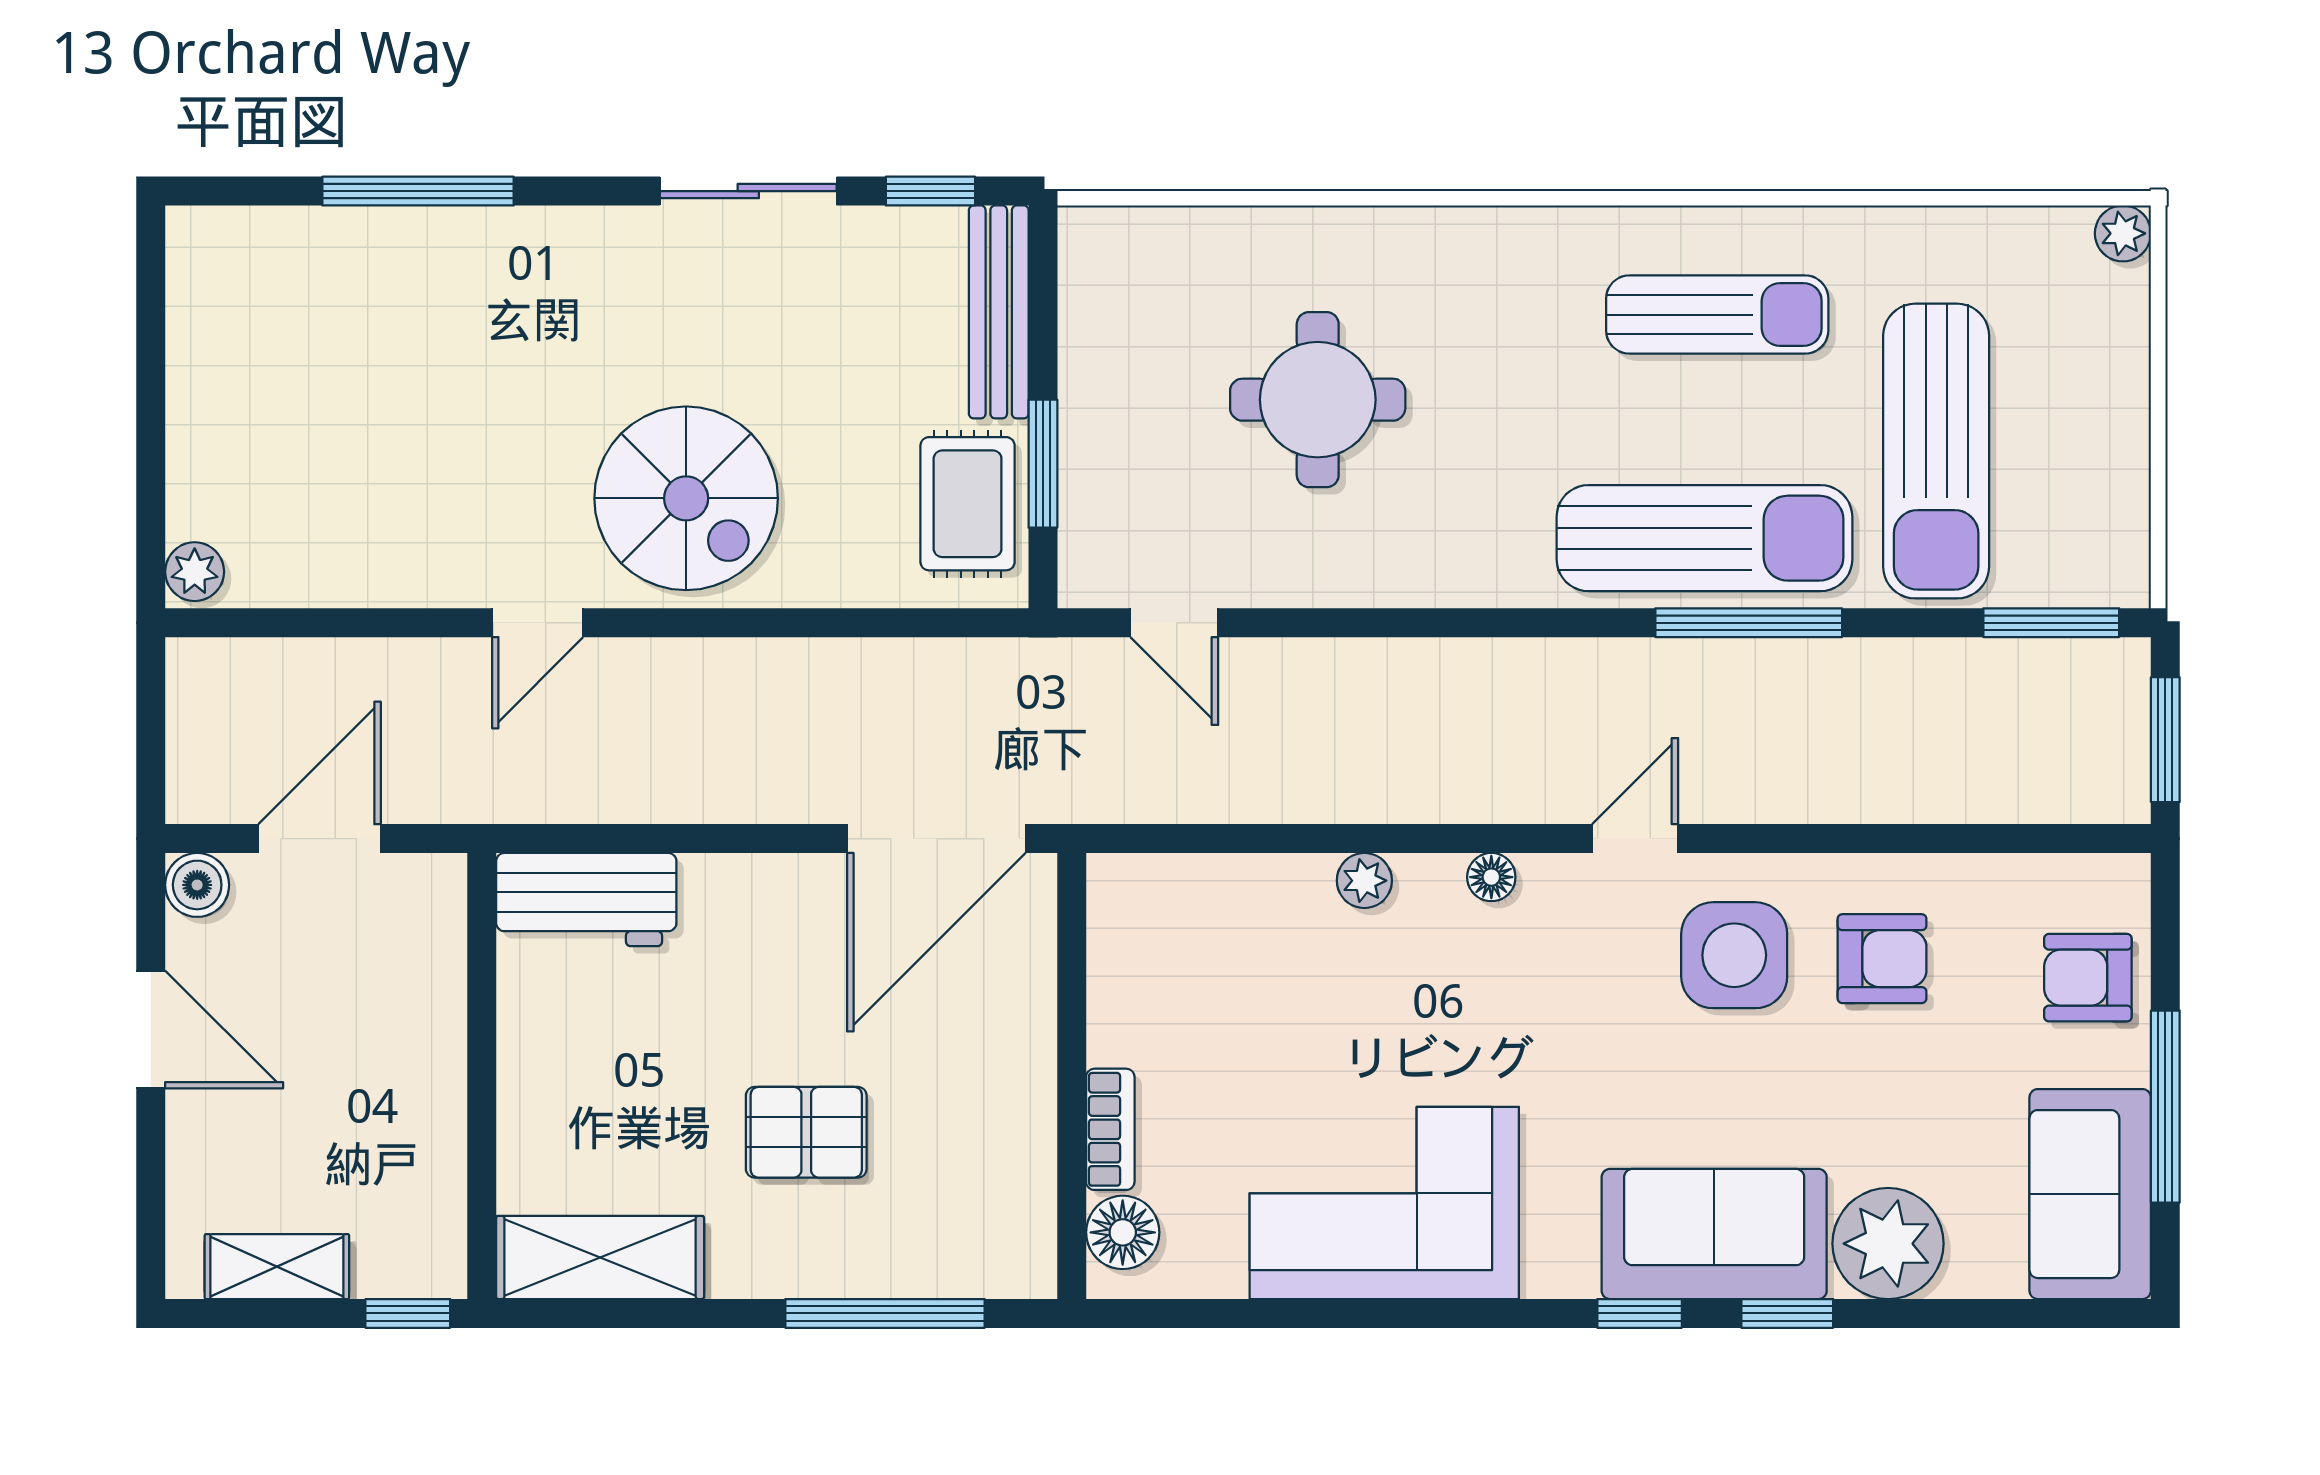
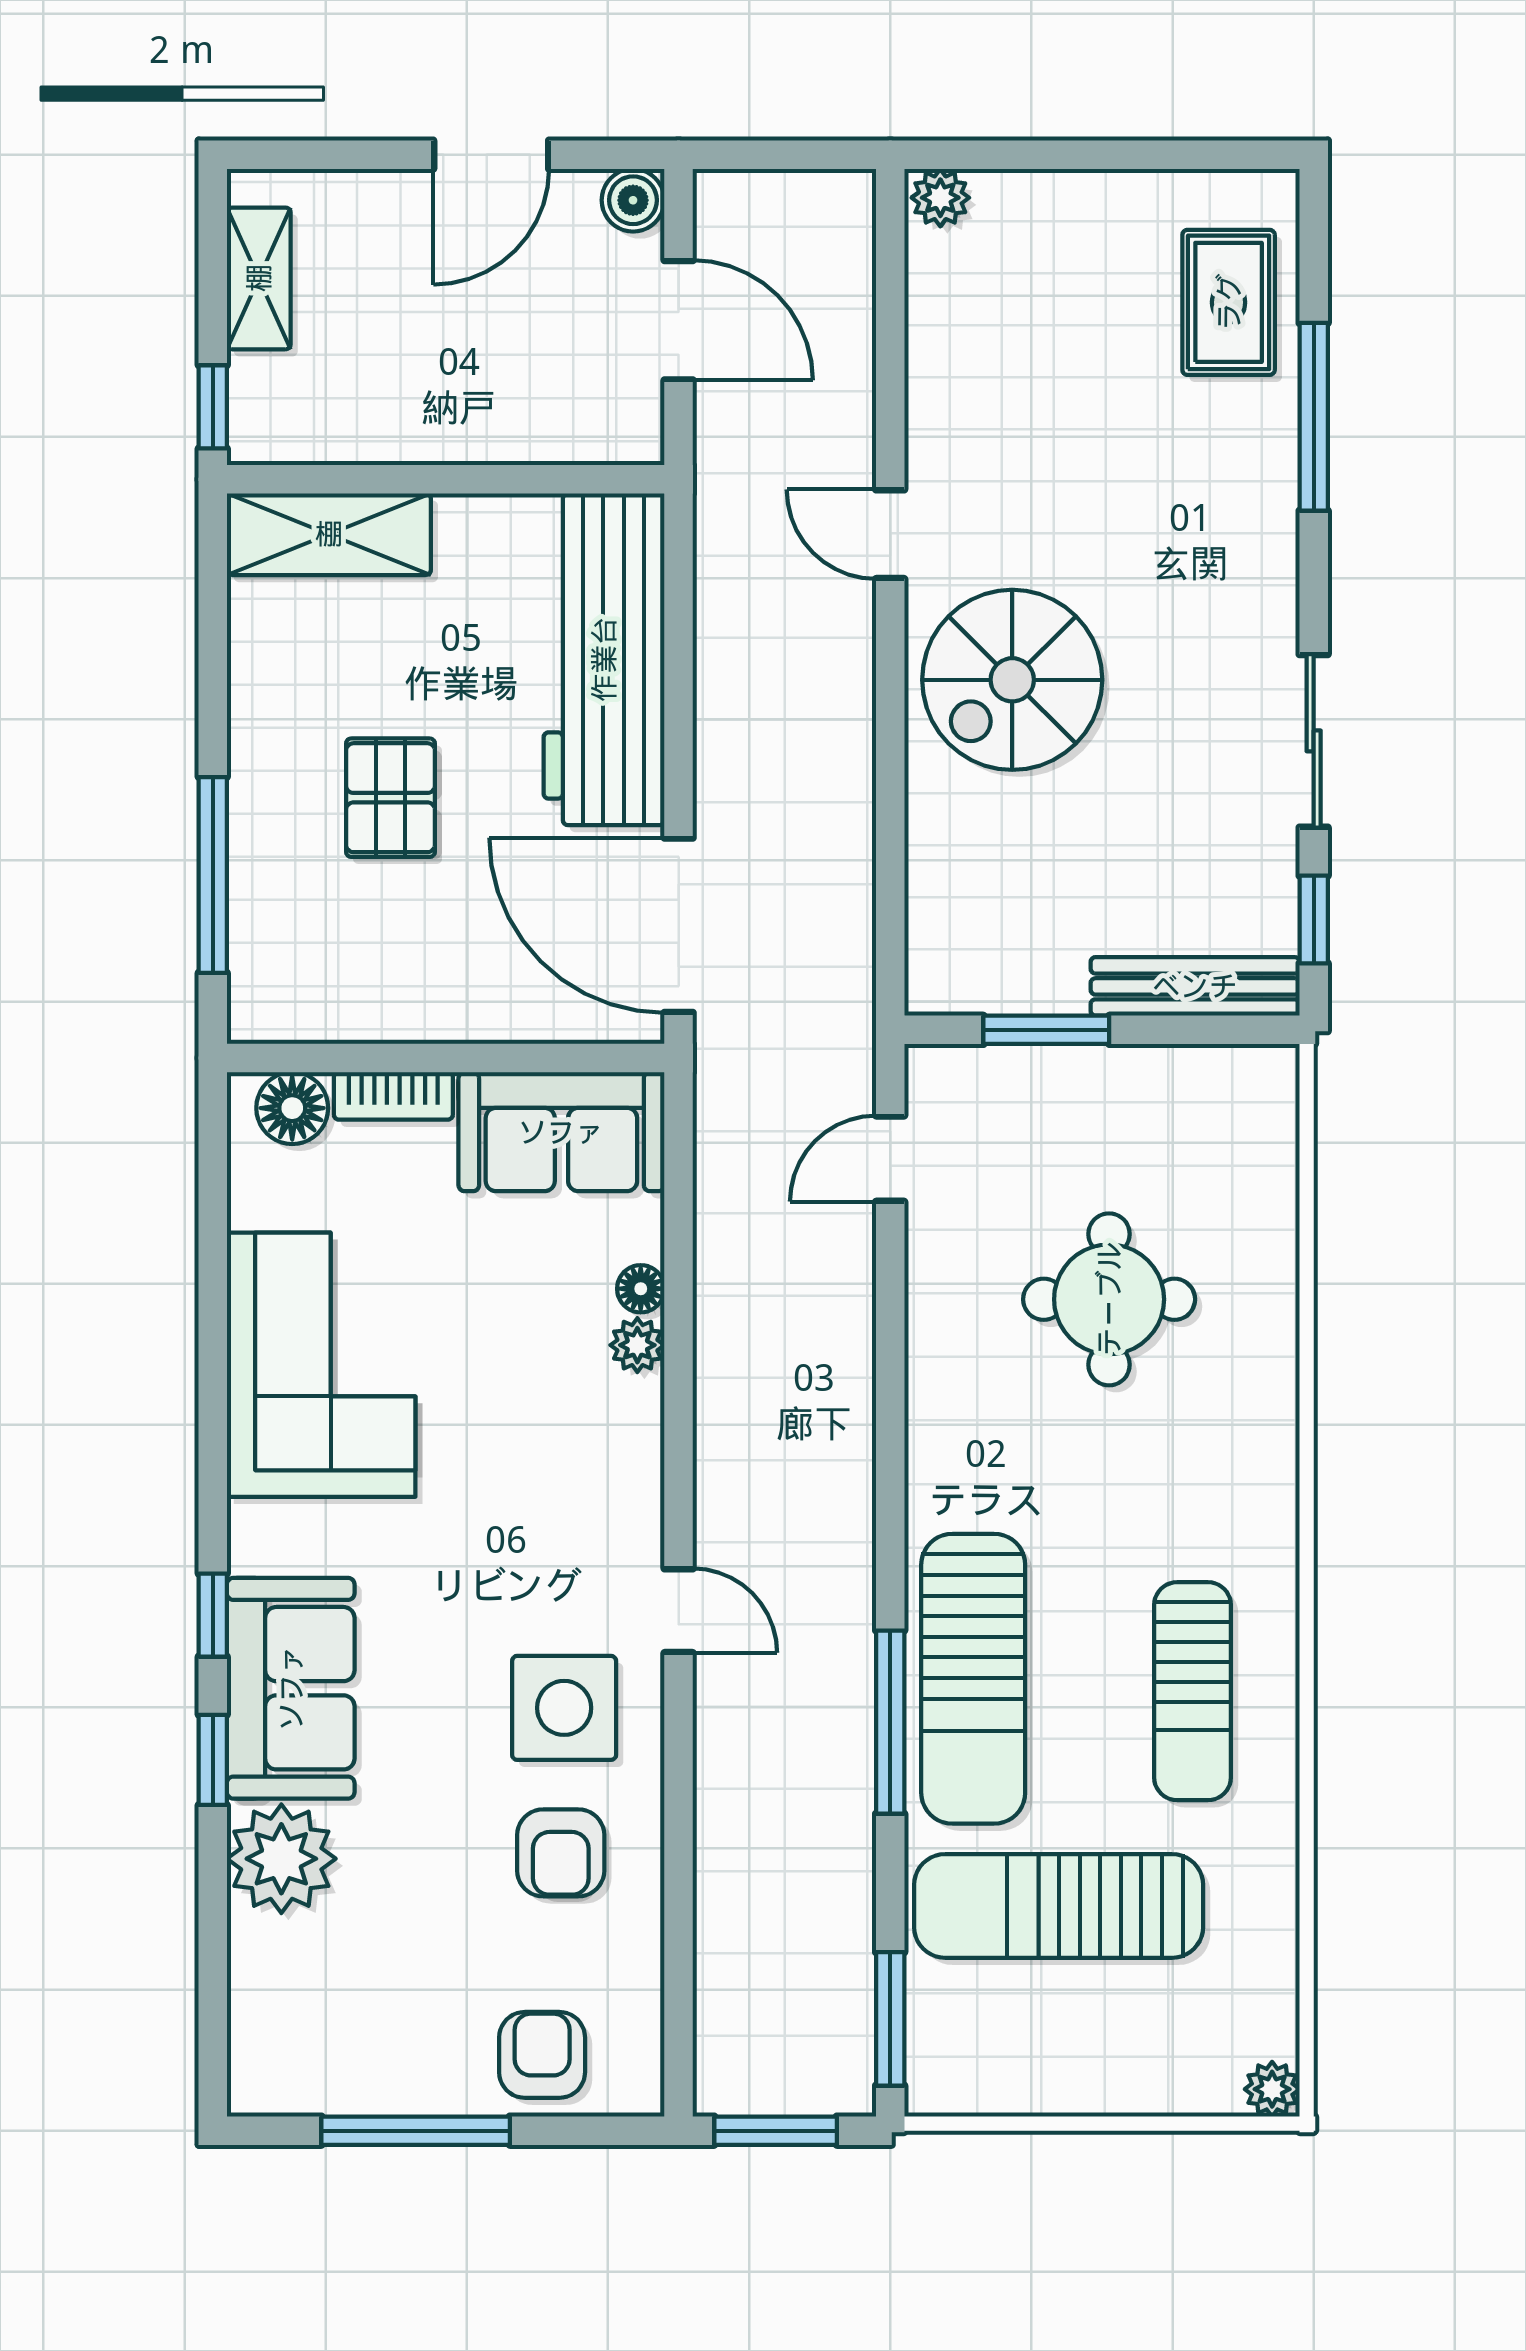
rug: (968, 504) -> (1229, 302), moved, turned 90
floor lamp: (1491, 877) -> (641, 1289), moved
workbench: (586, 900) -> (604, 659), width x1.88, depth x1.32
sofa: (2090, 1194) -> (561, 1132), moved, turned 180
shelving: (600, 1257) -> (329, 534), moved, turned 90

